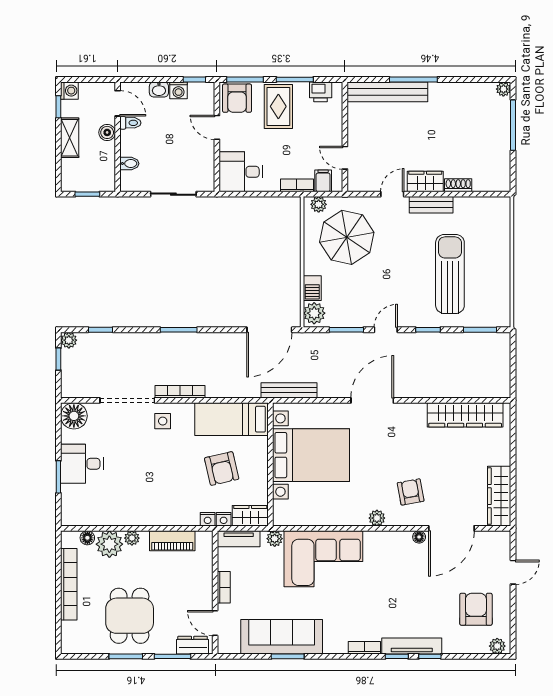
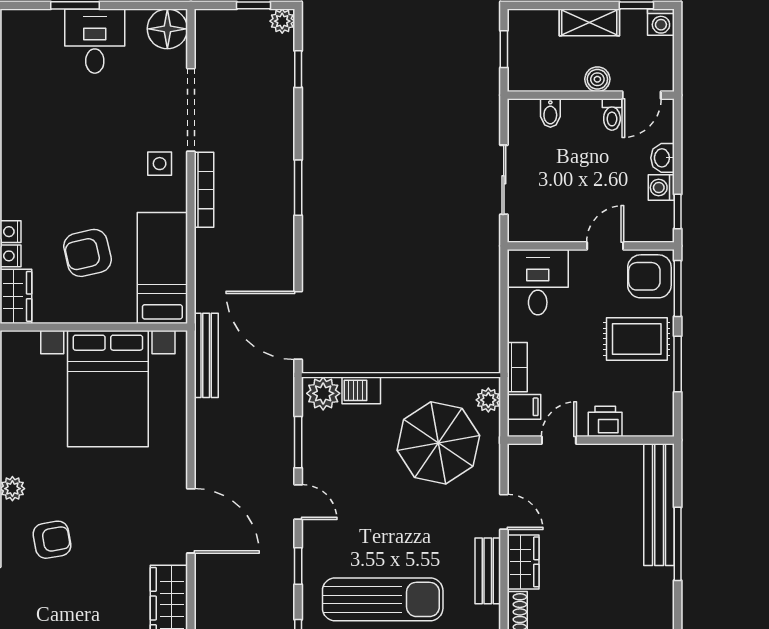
printer: (321, 92) -> (605, 421), moved, turned 90
door: (372, 400) -> (191, 521), moved

